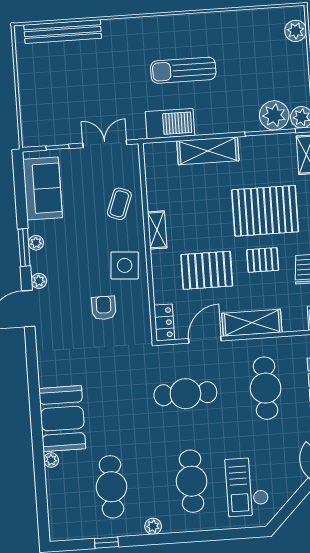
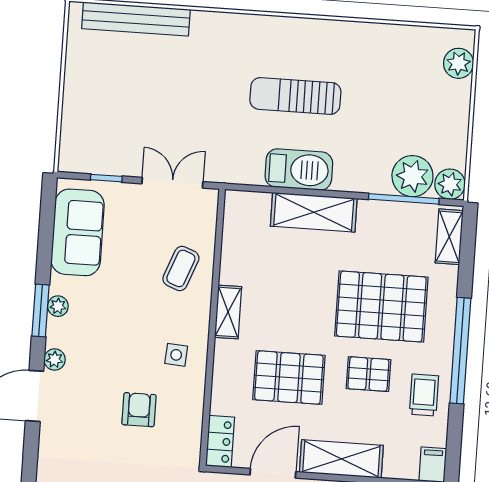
barbecue: (170, 124) -> (299, 170), moved
side table: (125, 265) -> (176, 355), width x0.54, depth x0.54

